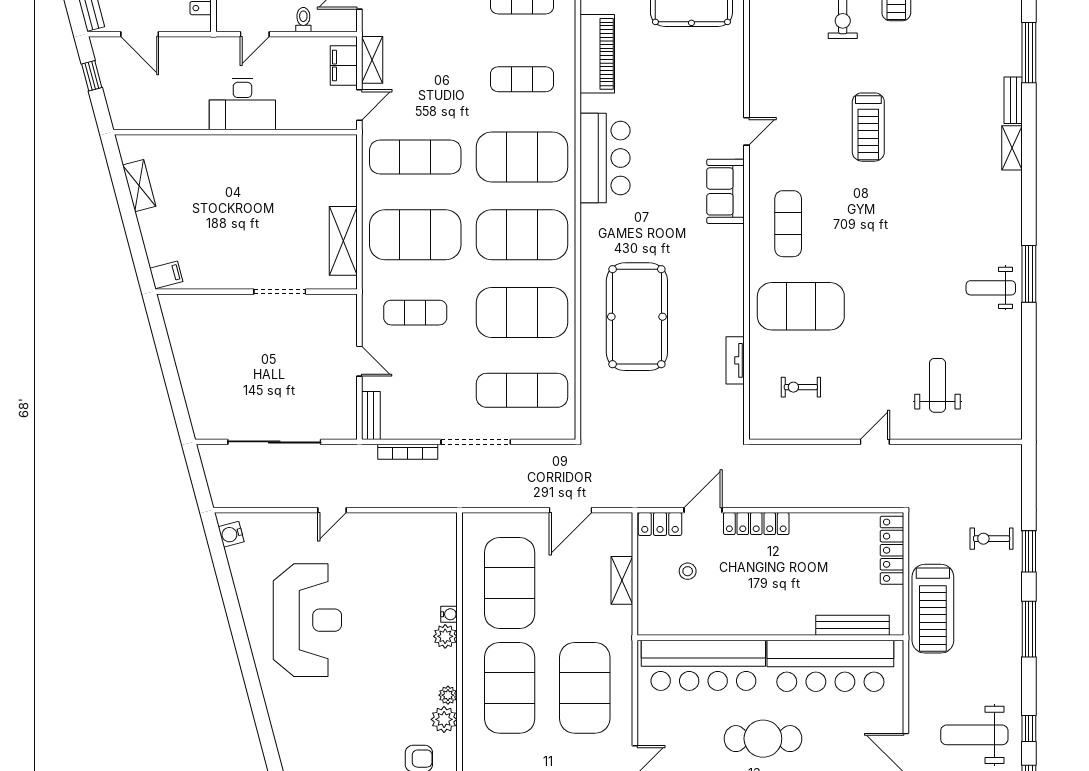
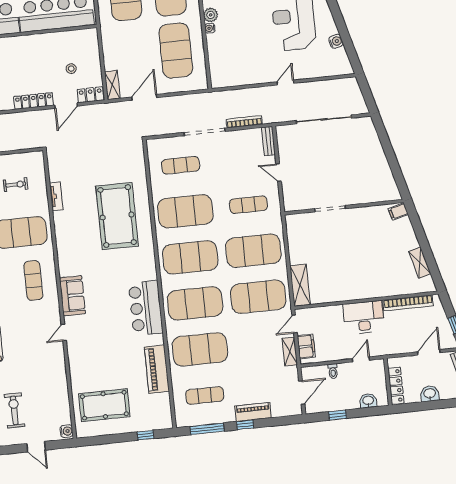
door: (140, 34) -> (429, 352), hinge flipped
exercise mat: (522, 79) -> (200, 349), width x2.00, depth x1.45
bookcase: (166, 120) -> (408, 303), added
exercise mat: (415, 157) -> (258, 297), width x1.47
shelving: (343, 241) -> (300, 285), moved
exercise mat: (522, 390) -> (181, 165), width x0.73, depth x0.69
water cooler: (231, 534) -> (336, 41), moved
shelving: (622, 580) -> (112, 85), moved

